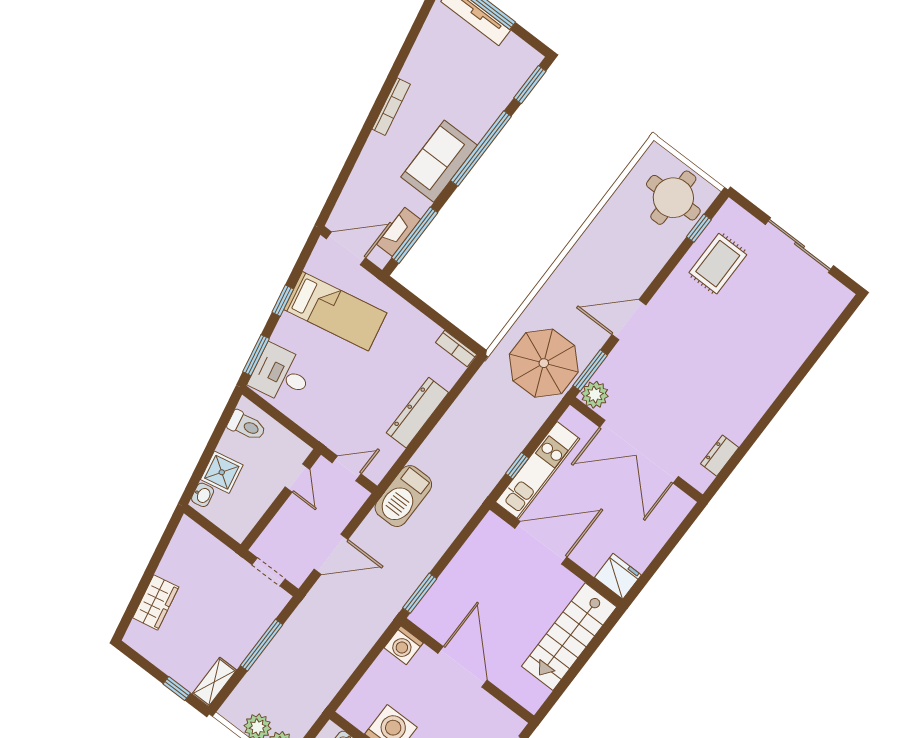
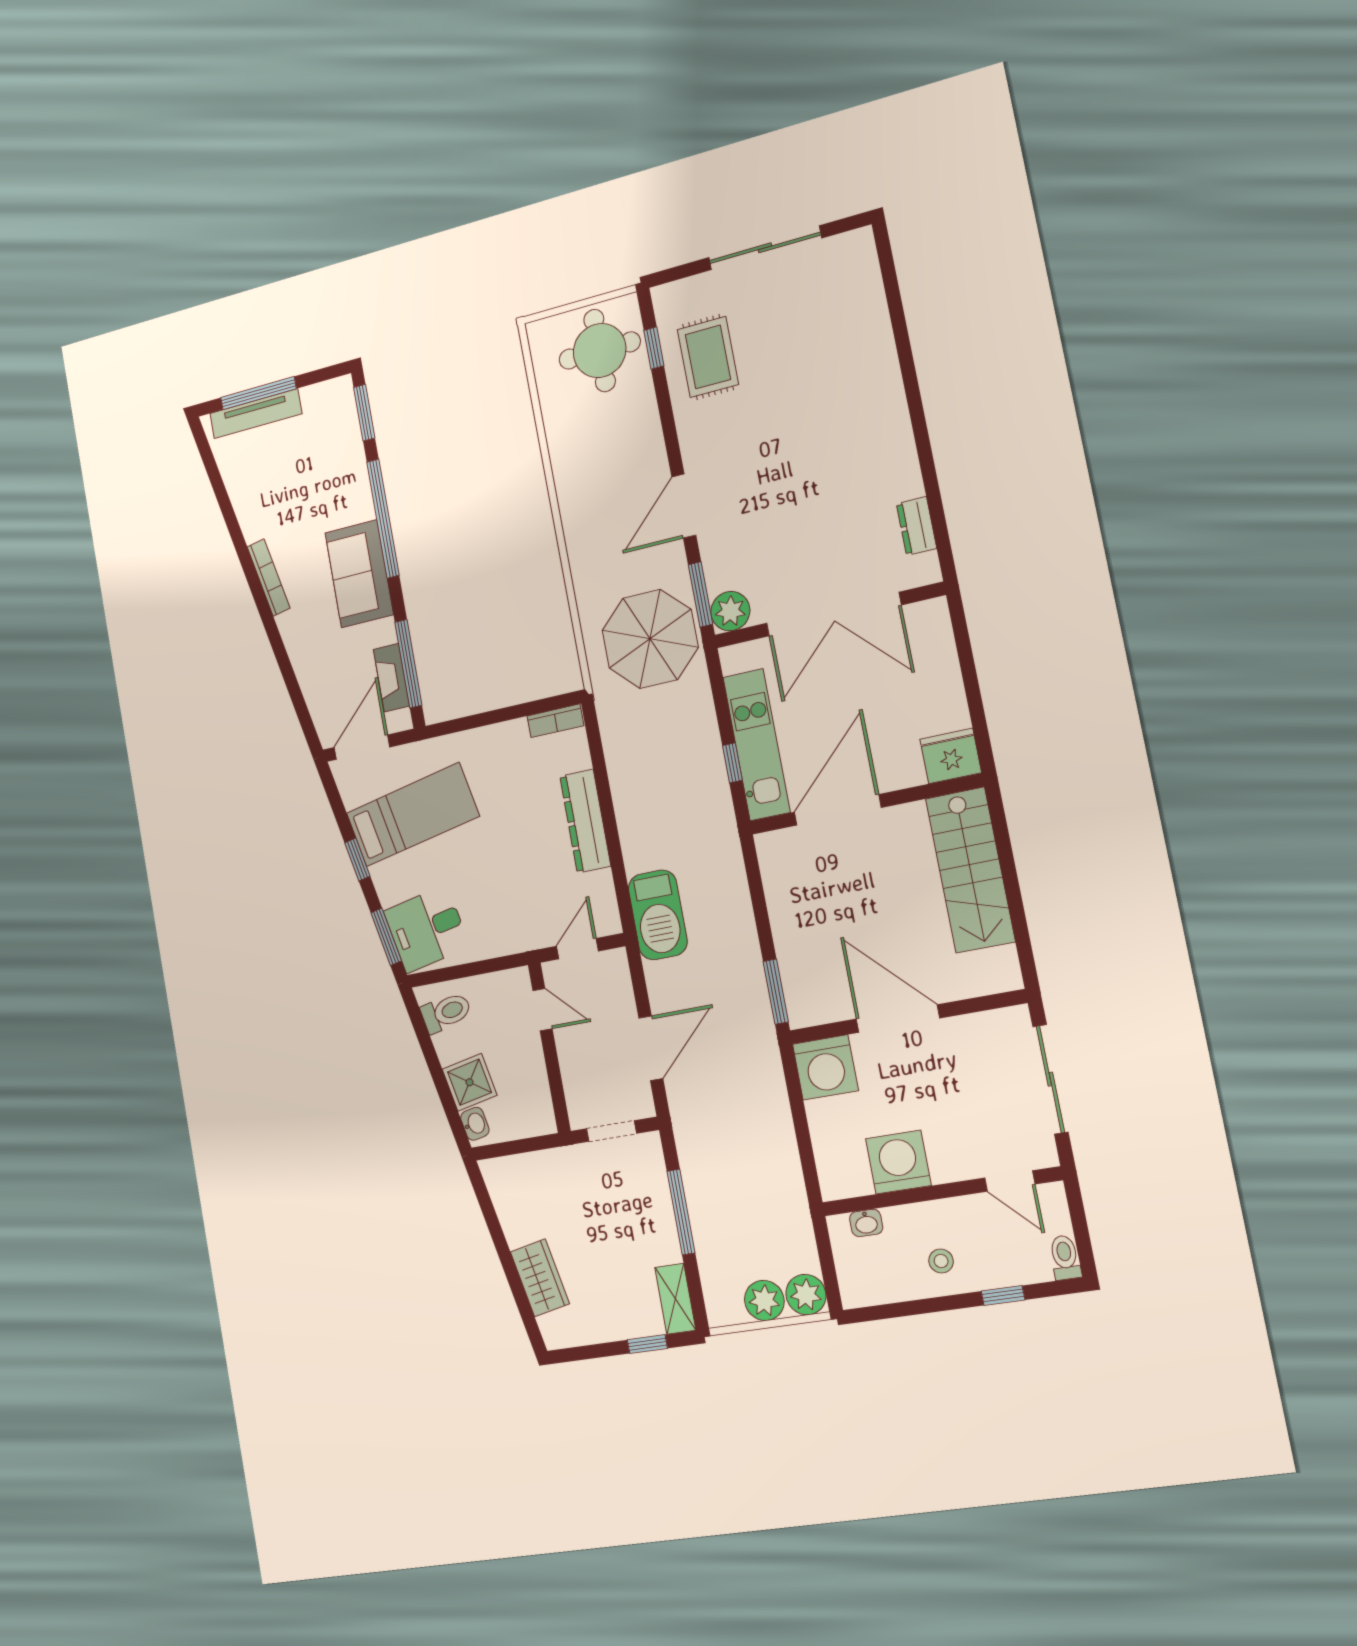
washing machine: (404, 645) -> (825, 1067), width x1.37, depth x1.37

